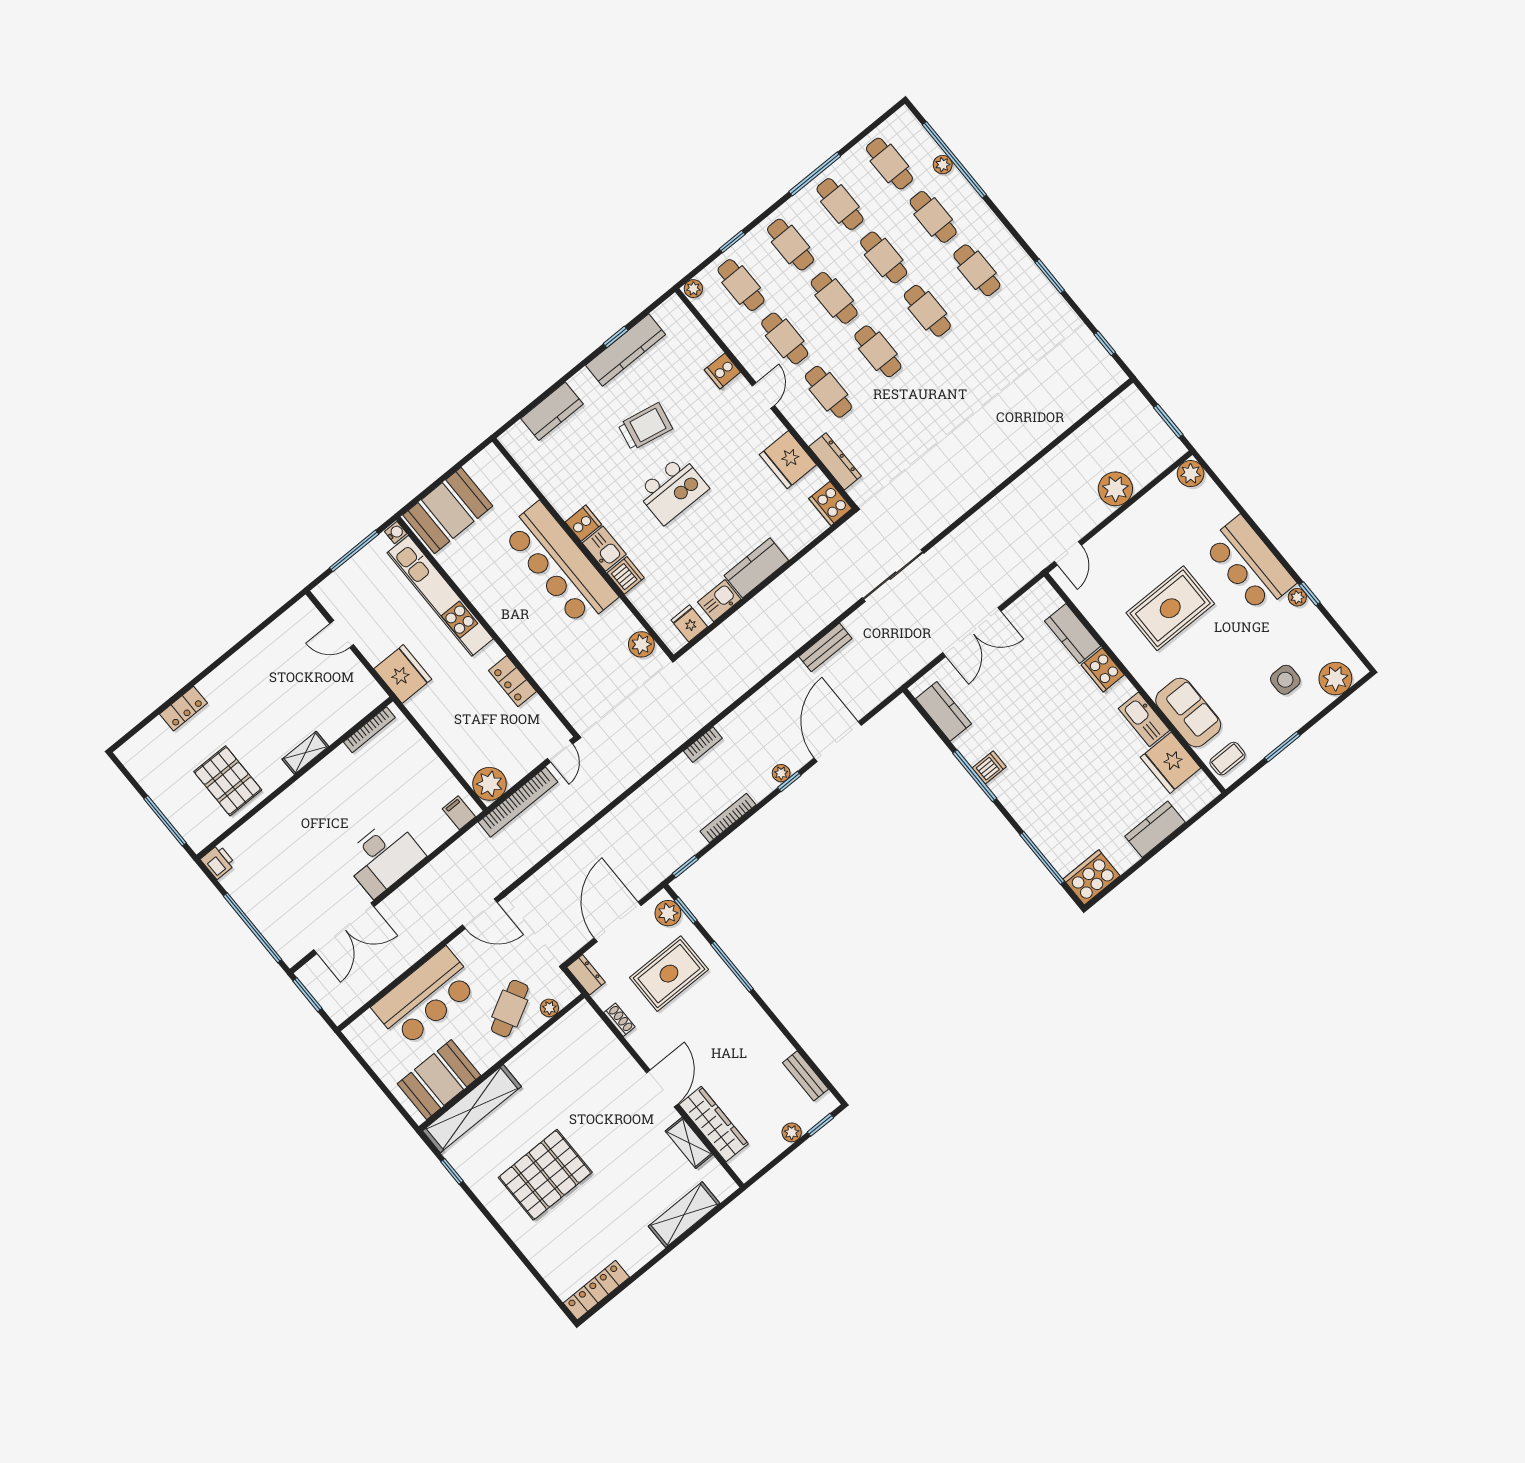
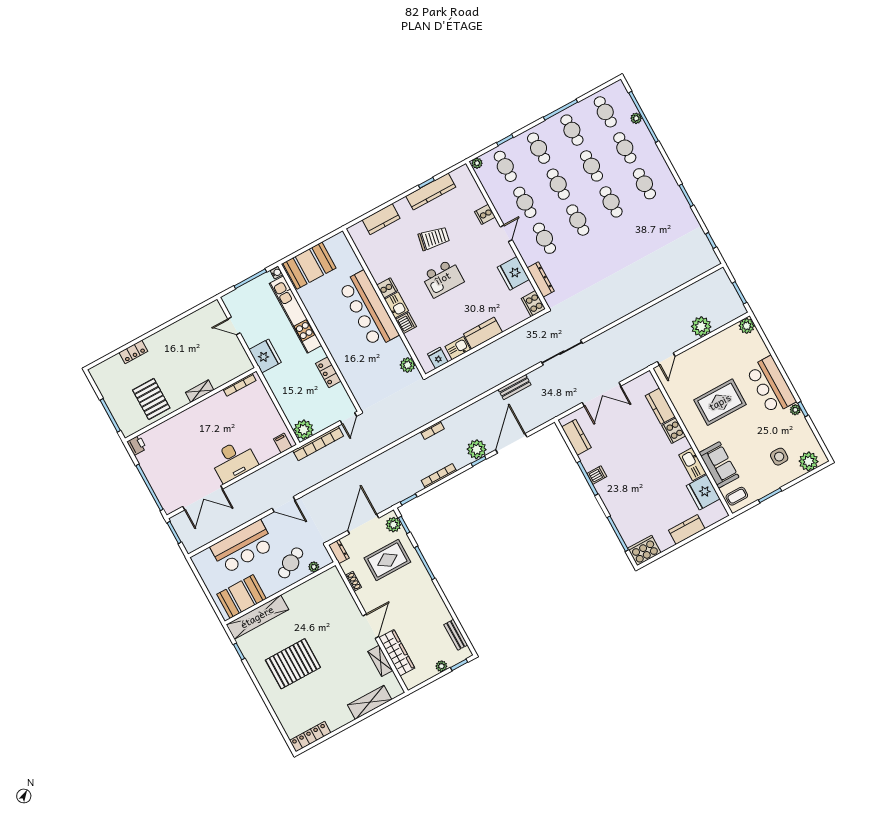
plant: (781, 773) -> (477, 449), width x1.88, depth x1.88

